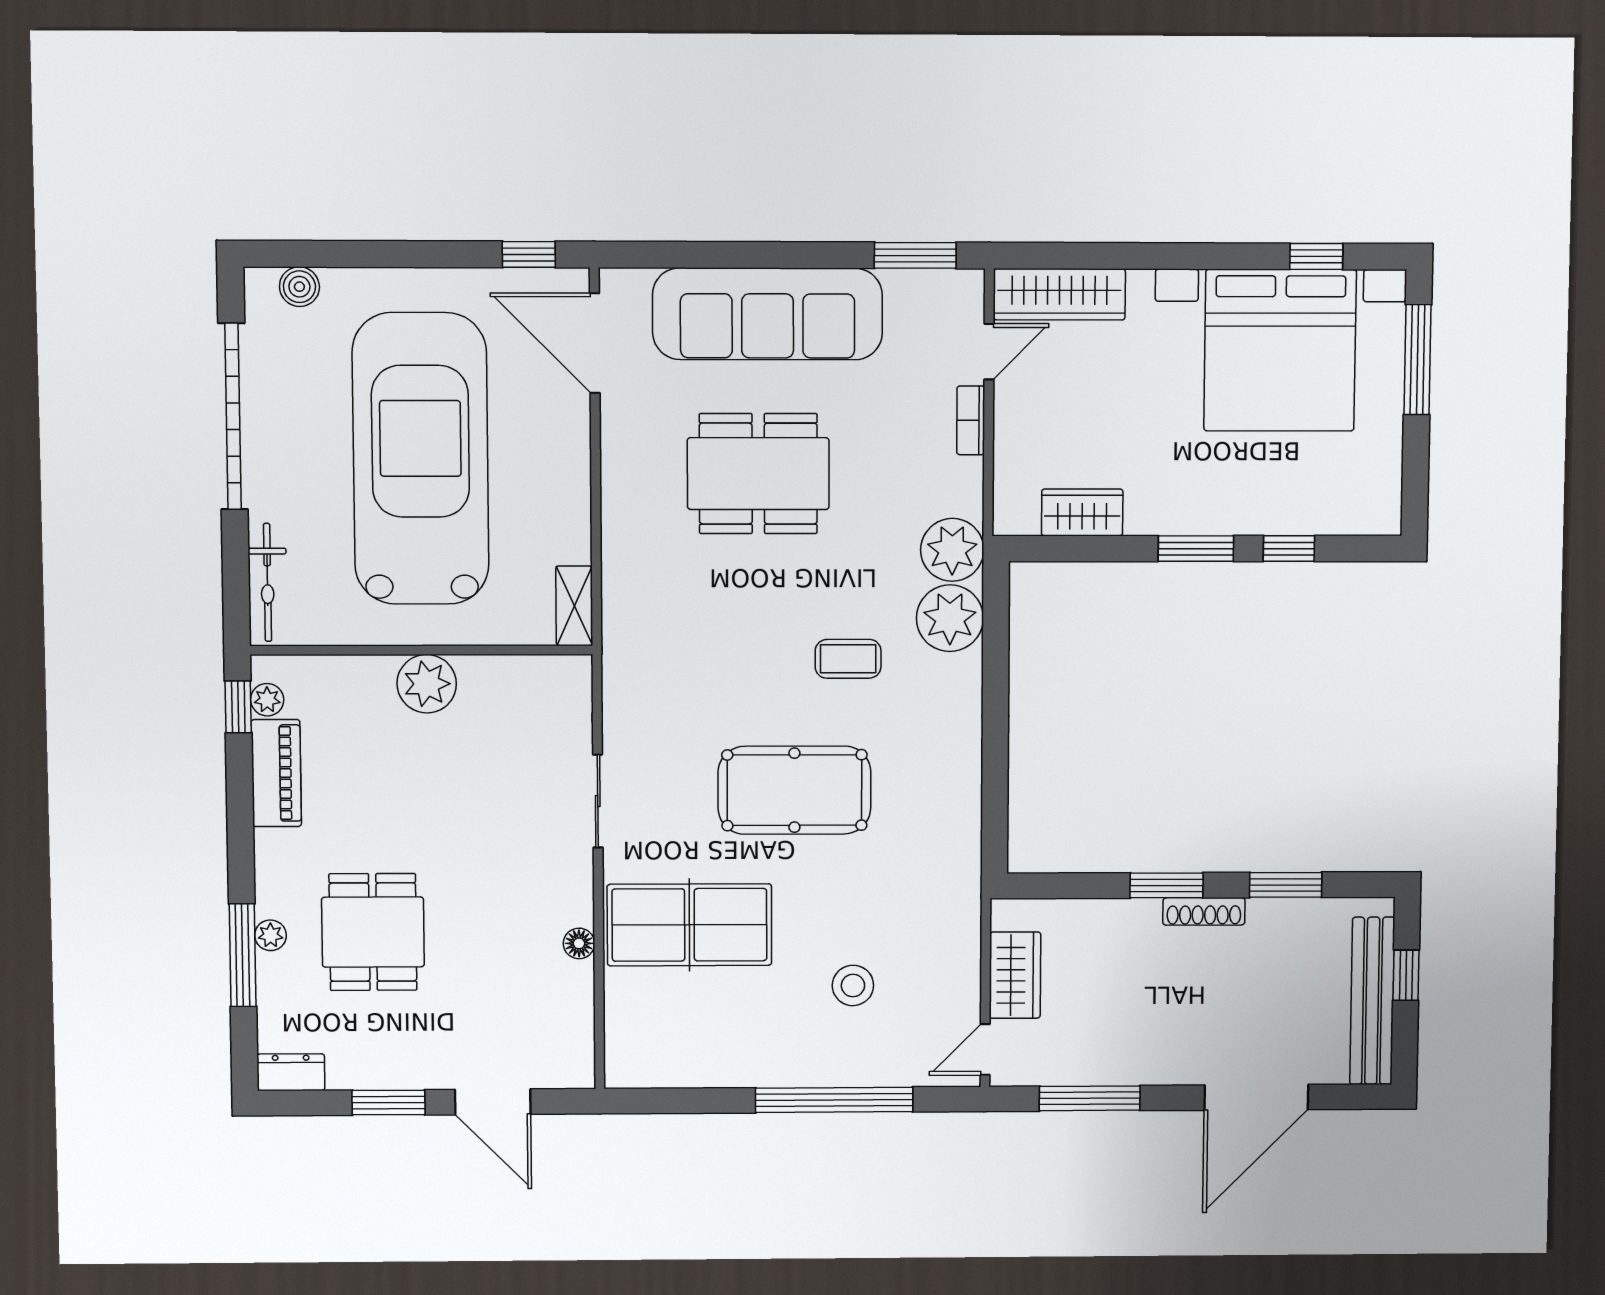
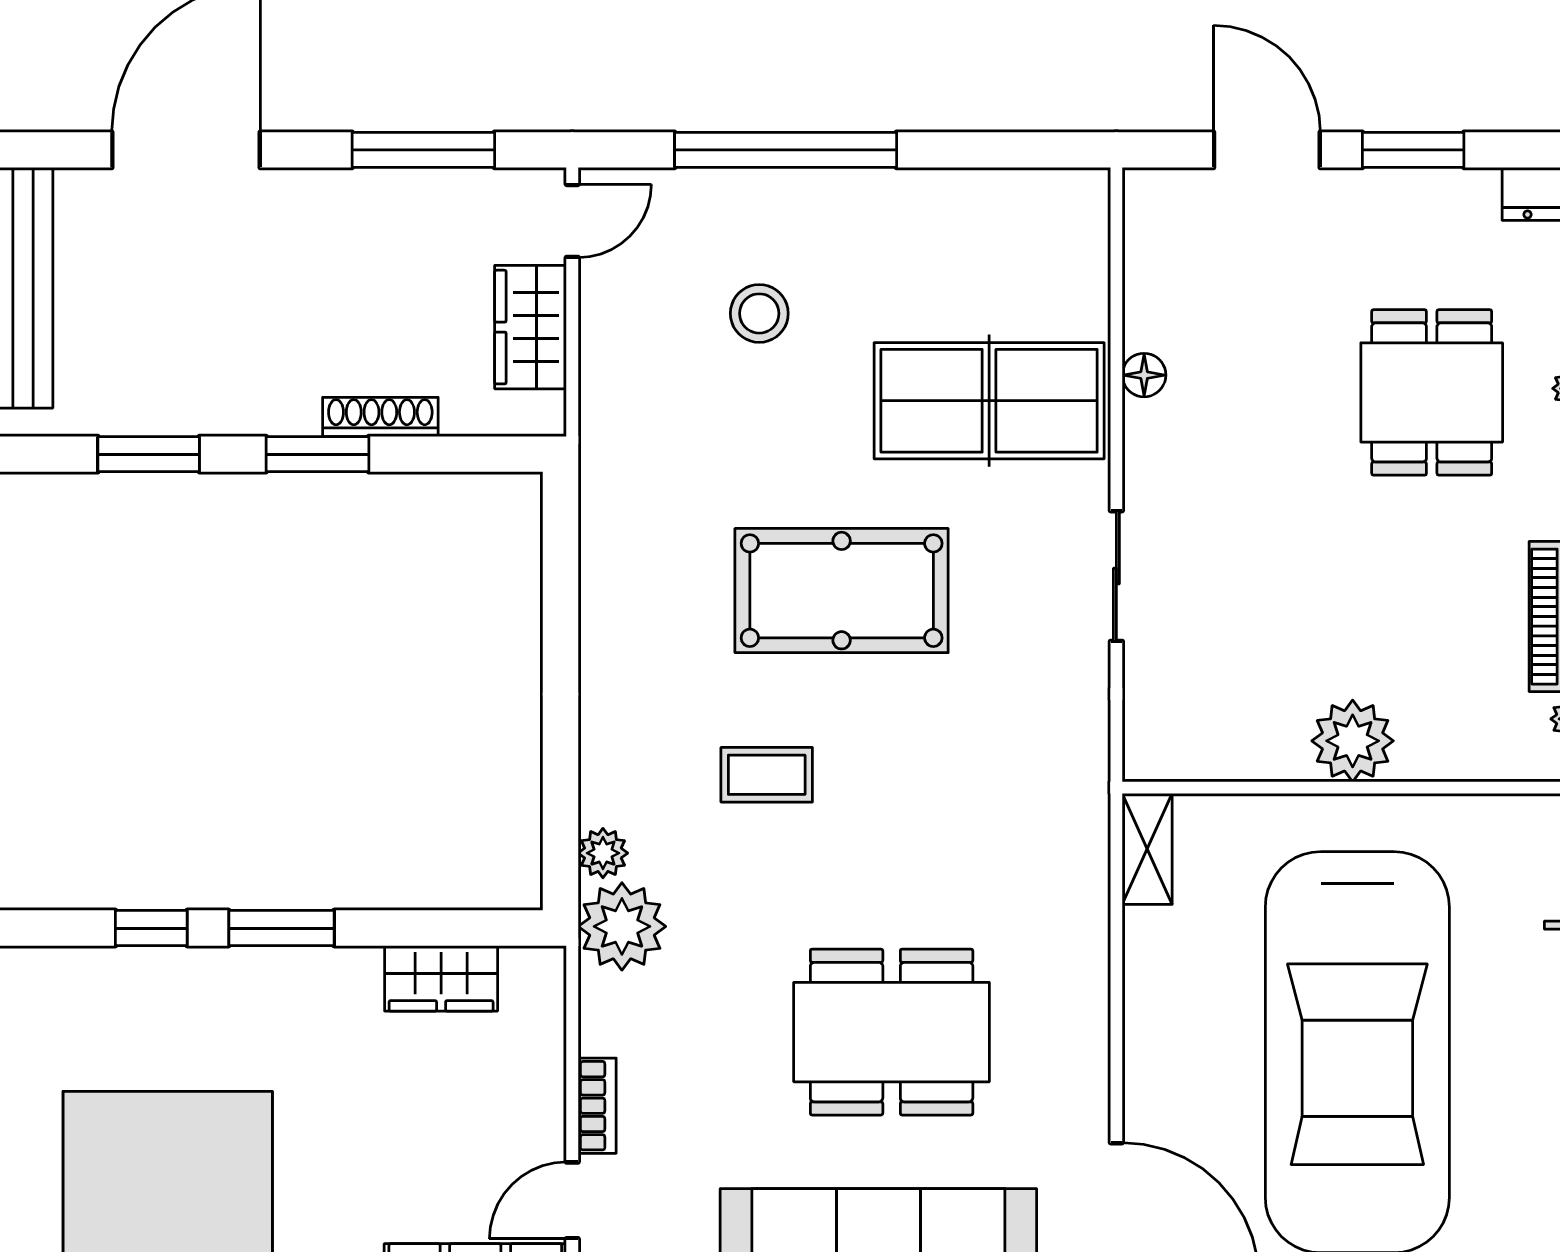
plant: (950, 618) -> (603, 853), width x0.53, depth x0.53
shoe rack: (1204, 911) -> (380, 417), moved

